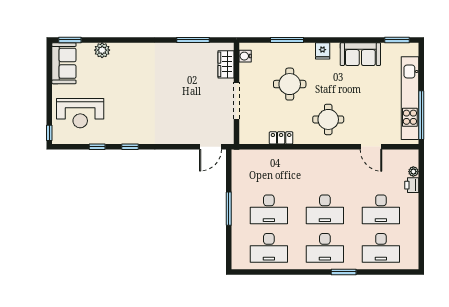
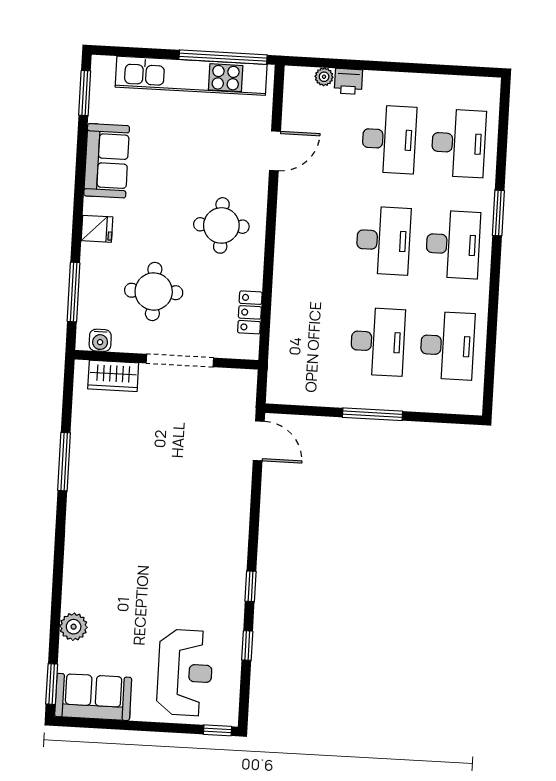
water cooler: (245, 56) -> (100, 340), moved
wardrobe: (226, 64) -> (113, 376), moved
wall: (237, 93) -> (166, 360), moved
doorway: (237, 101) -> (180, 360), moved

